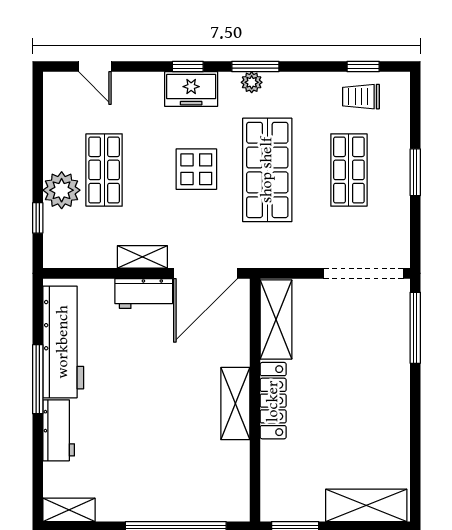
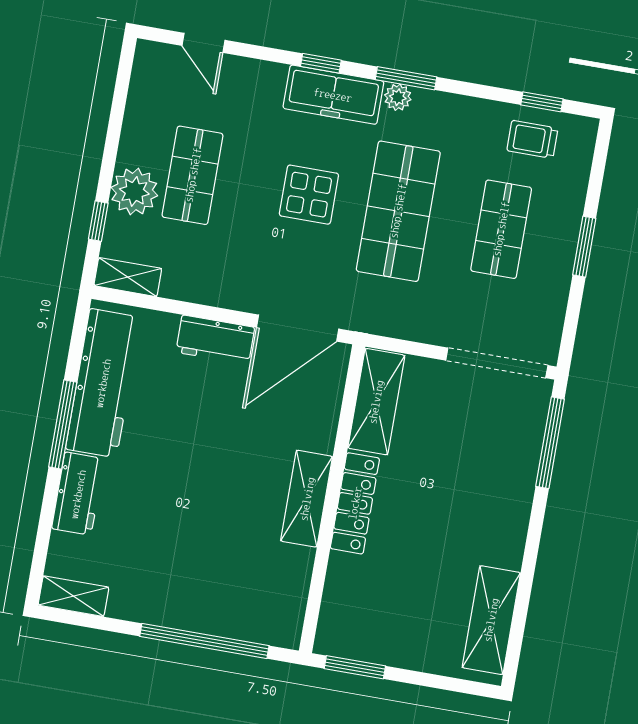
freezer: (191, 89) -> (333, 95), width x1.40
shelving: (142, 257) -> (128, 277), moved
shelving: (366, 505) -> (491, 620), moved, turned 90

